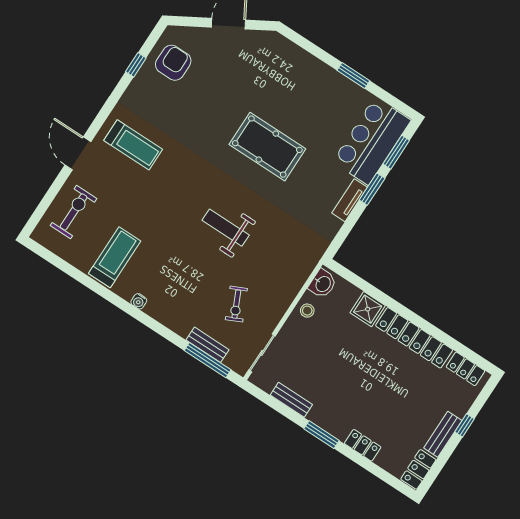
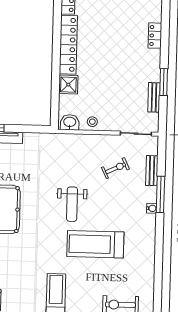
treadmill: (115, 257) -> (95, 244), moved, width x1.37, depth x1.38
water cooler: (139, 301) -> (152, 208), moved
window: (208, 360) -> (160, 194), moved
window: (322, 435) -> (164, 82), moved

